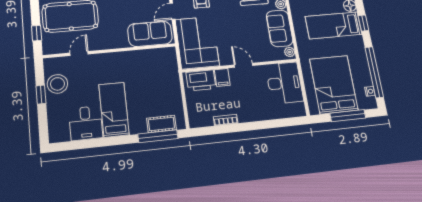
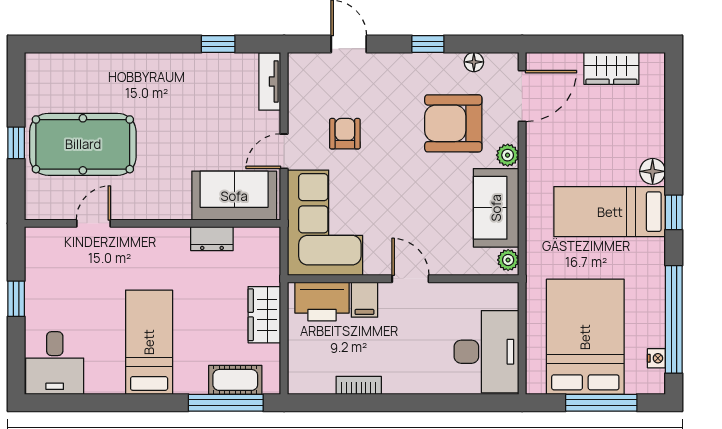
window: (37, 33) -> (16, 143), moved
dresser: (141, 55) -> (212, 239), added
desk: (284, 83) -> (486, 352), moved
stool: (57, 84) -> (48, 281), removed
wardrobe: (172, 90) -> (264, 315), added
desk: (86, 123) -> (55, 363), moved

